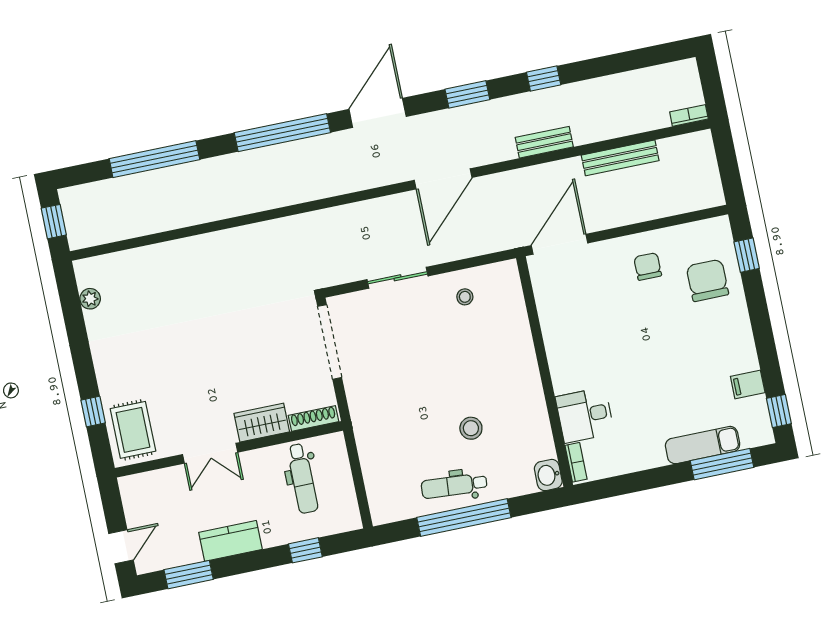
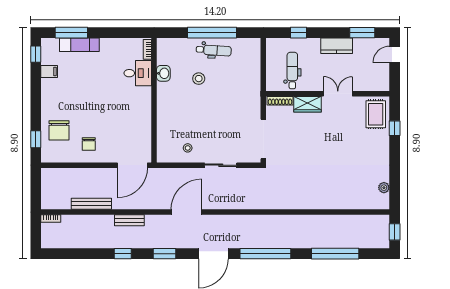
washbasin: (548, 475) -> (163, 73), moved

